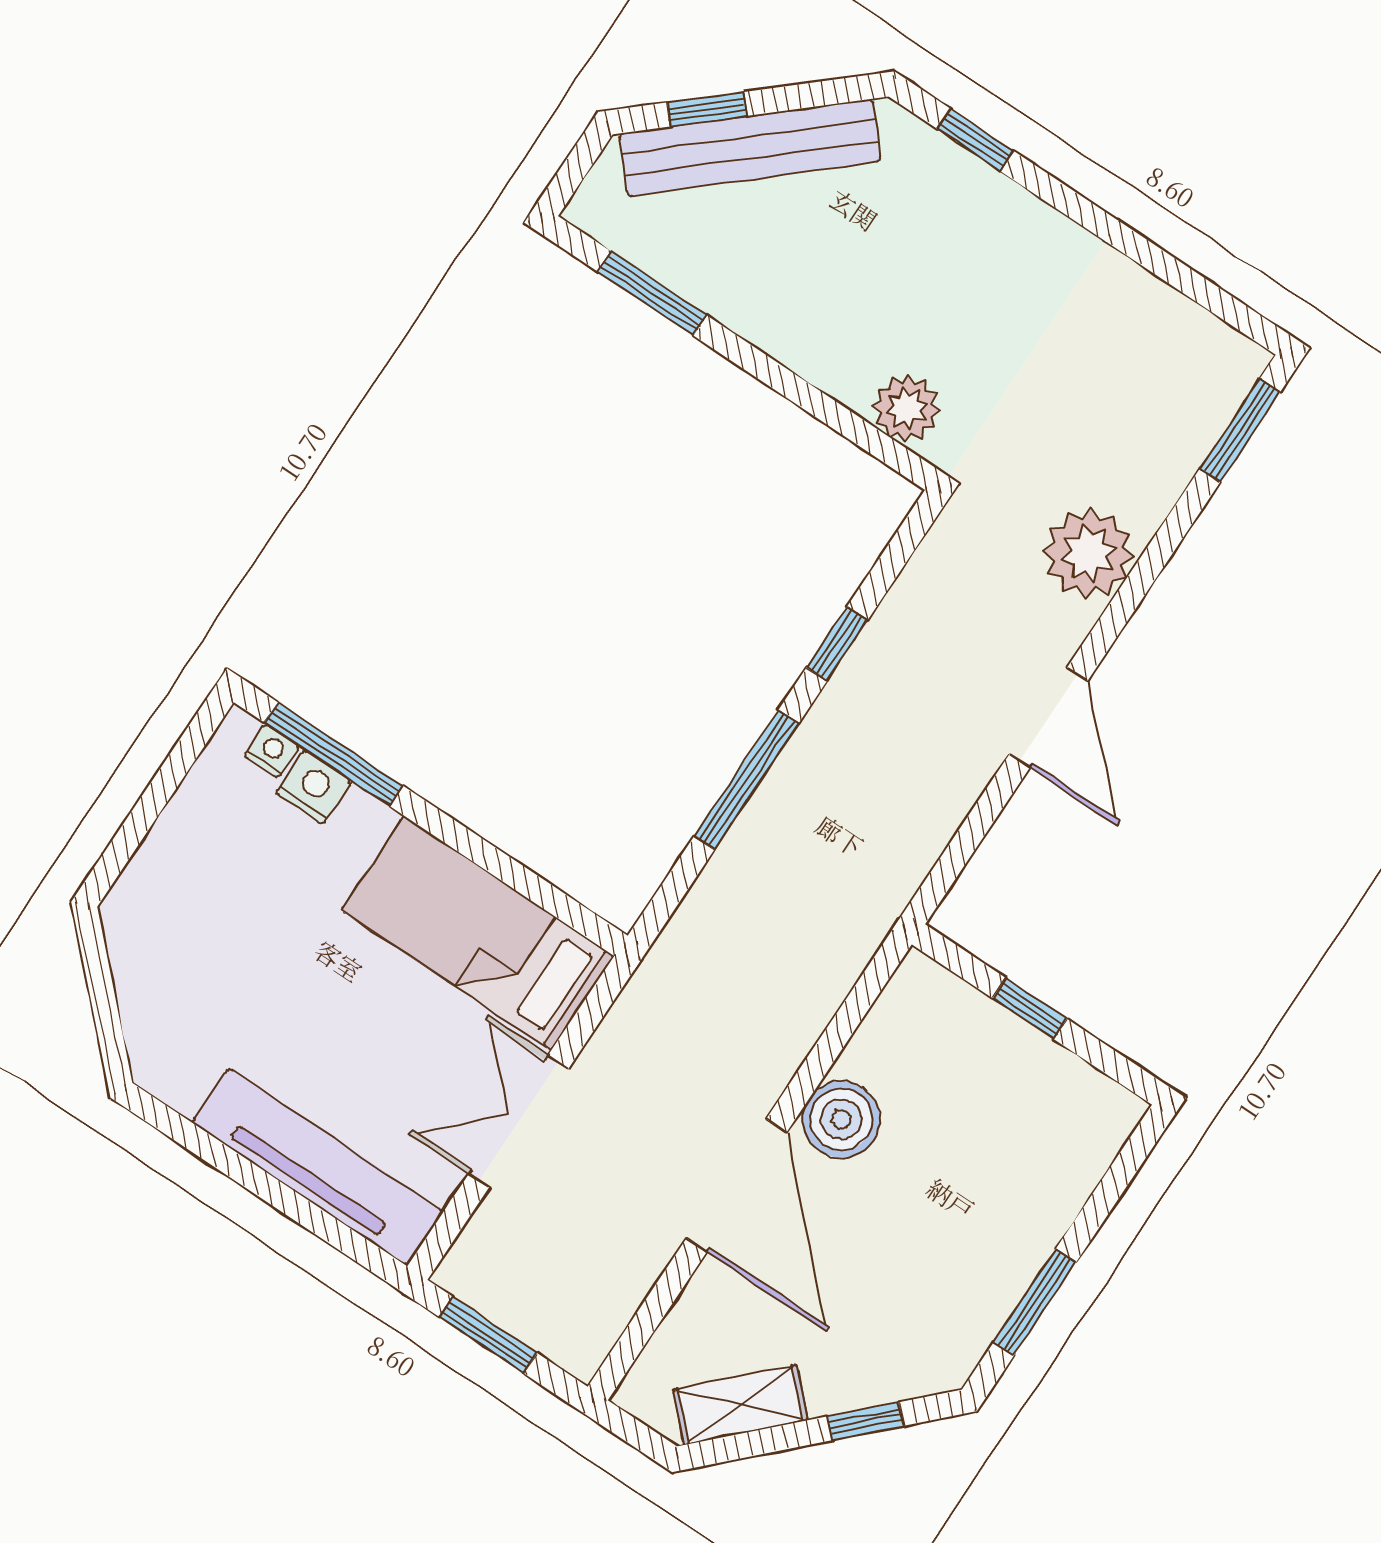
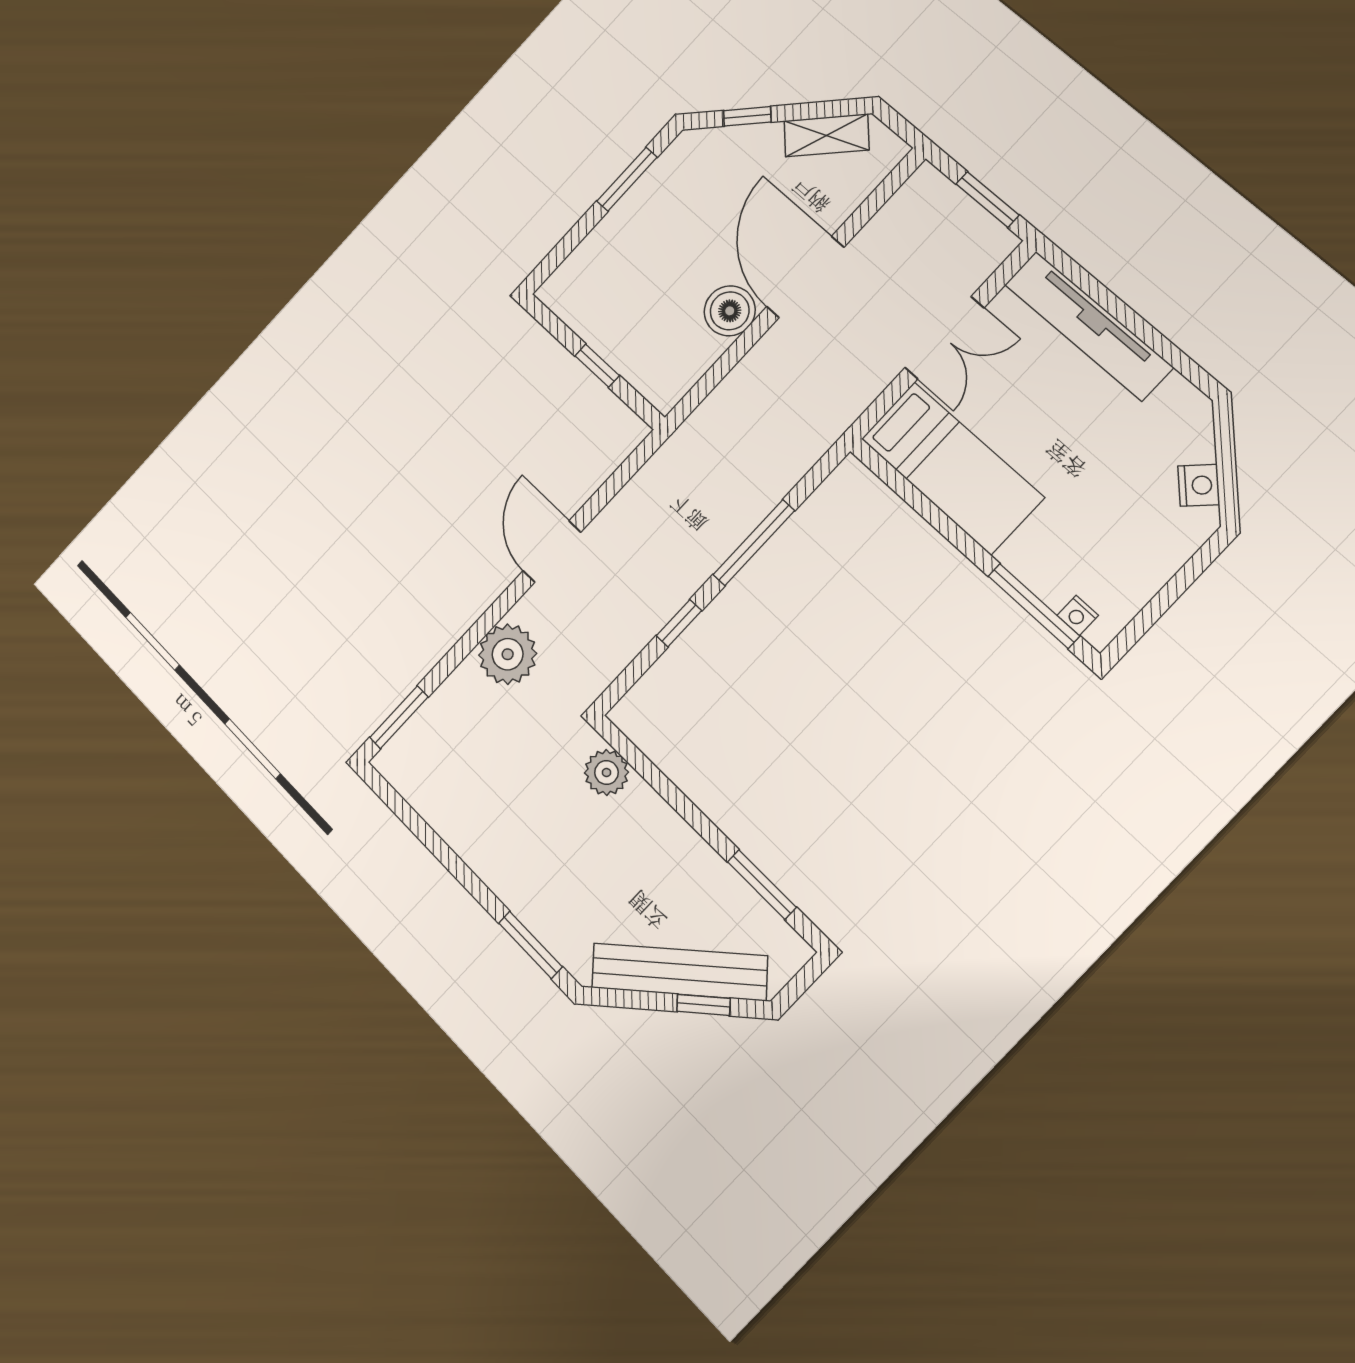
window: (975, 140) -> (530, 945), width x1.50
nightstand: (313, 787) -> (1199, 485), moved, turned -135

